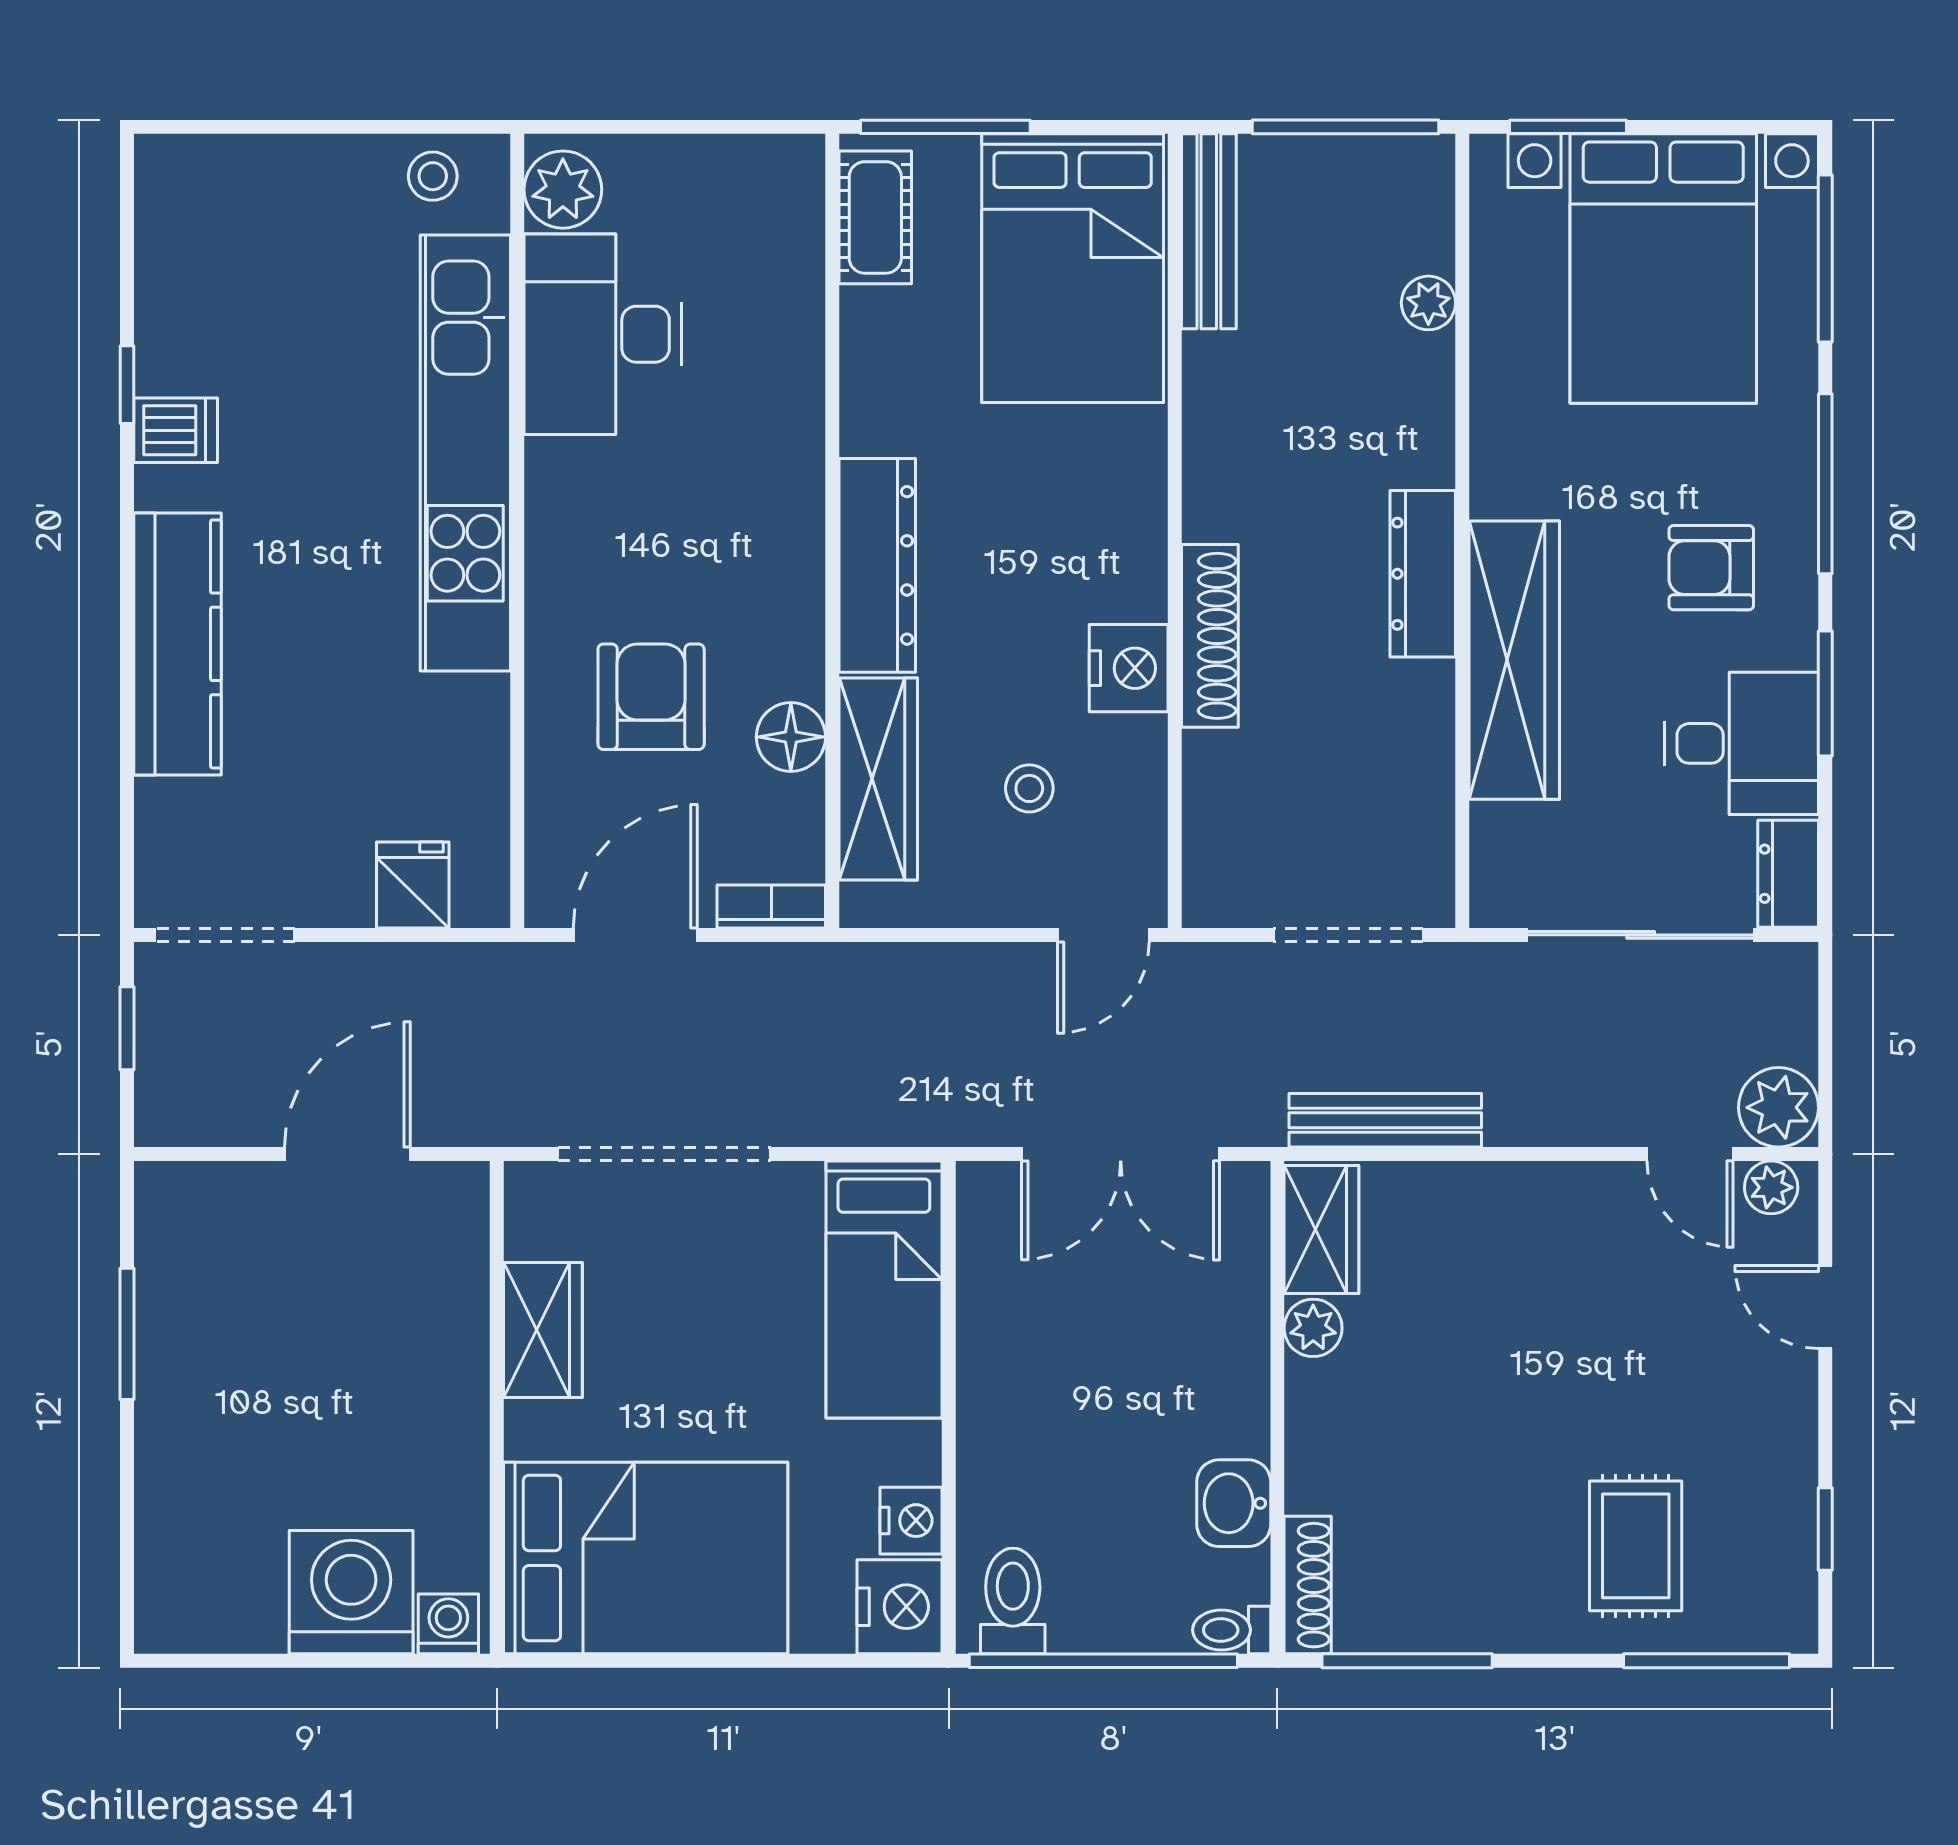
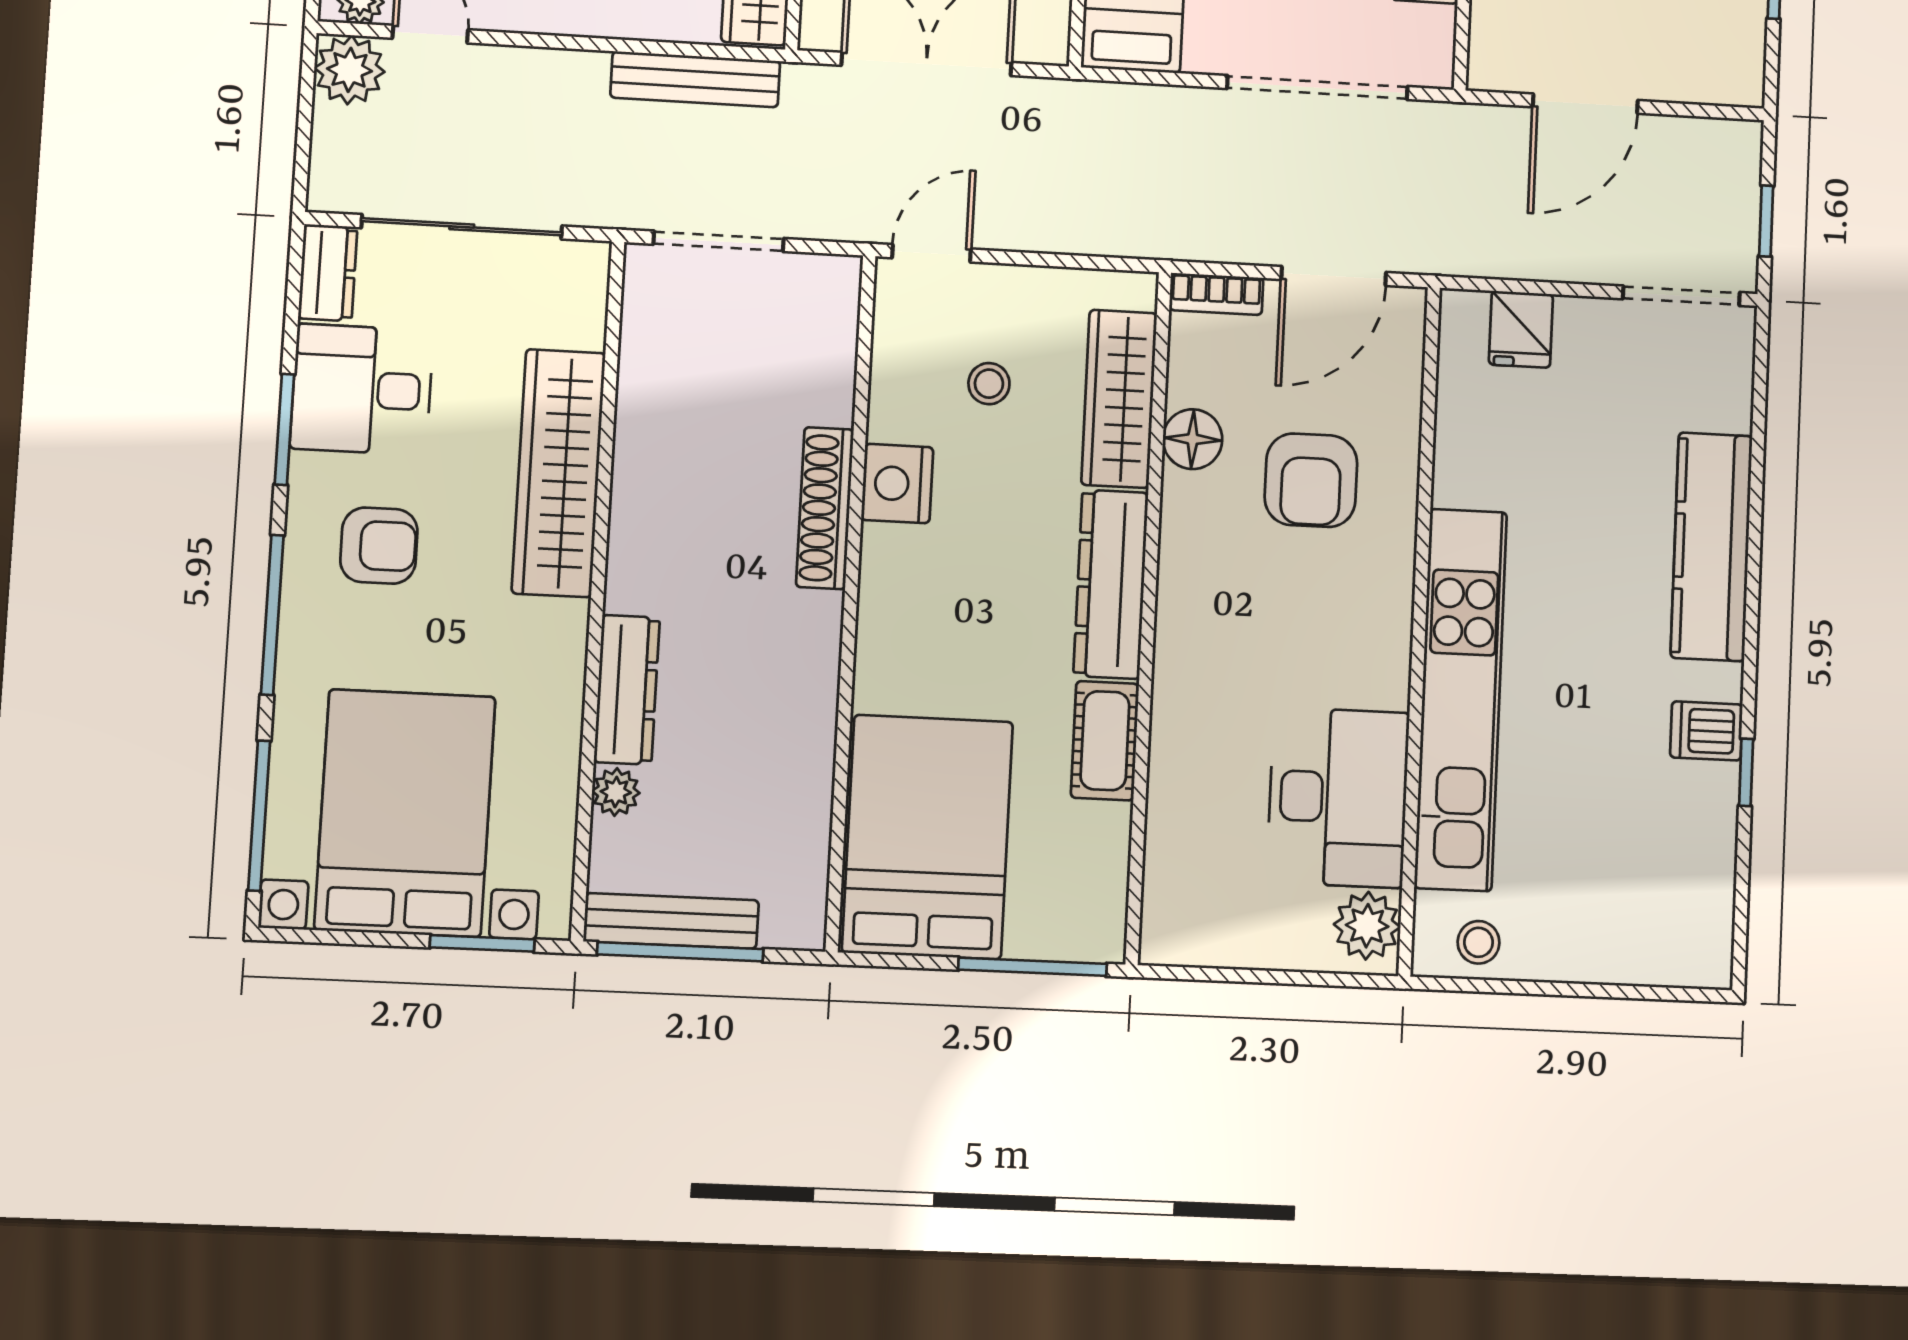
cot: (875, 217) -> (1105, 741), moved
bench: (1209, 231) -> (671, 921), moved, turned 90
dresser: (1423, 574) -> (627, 690), moved

